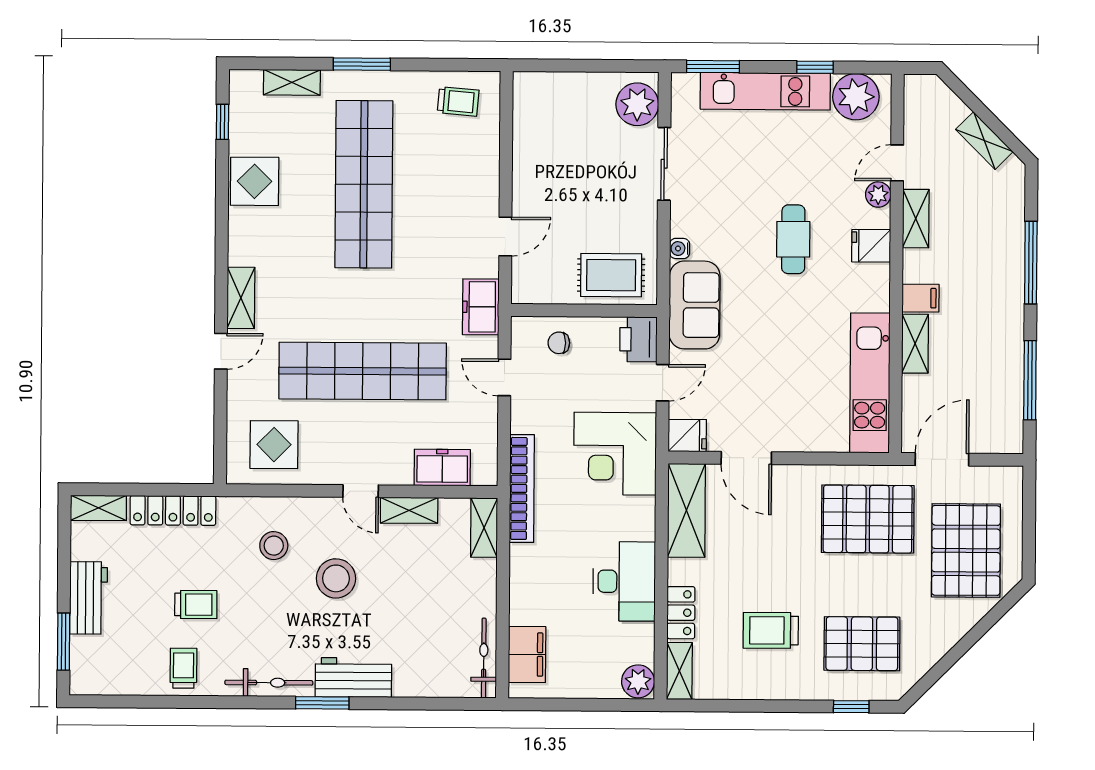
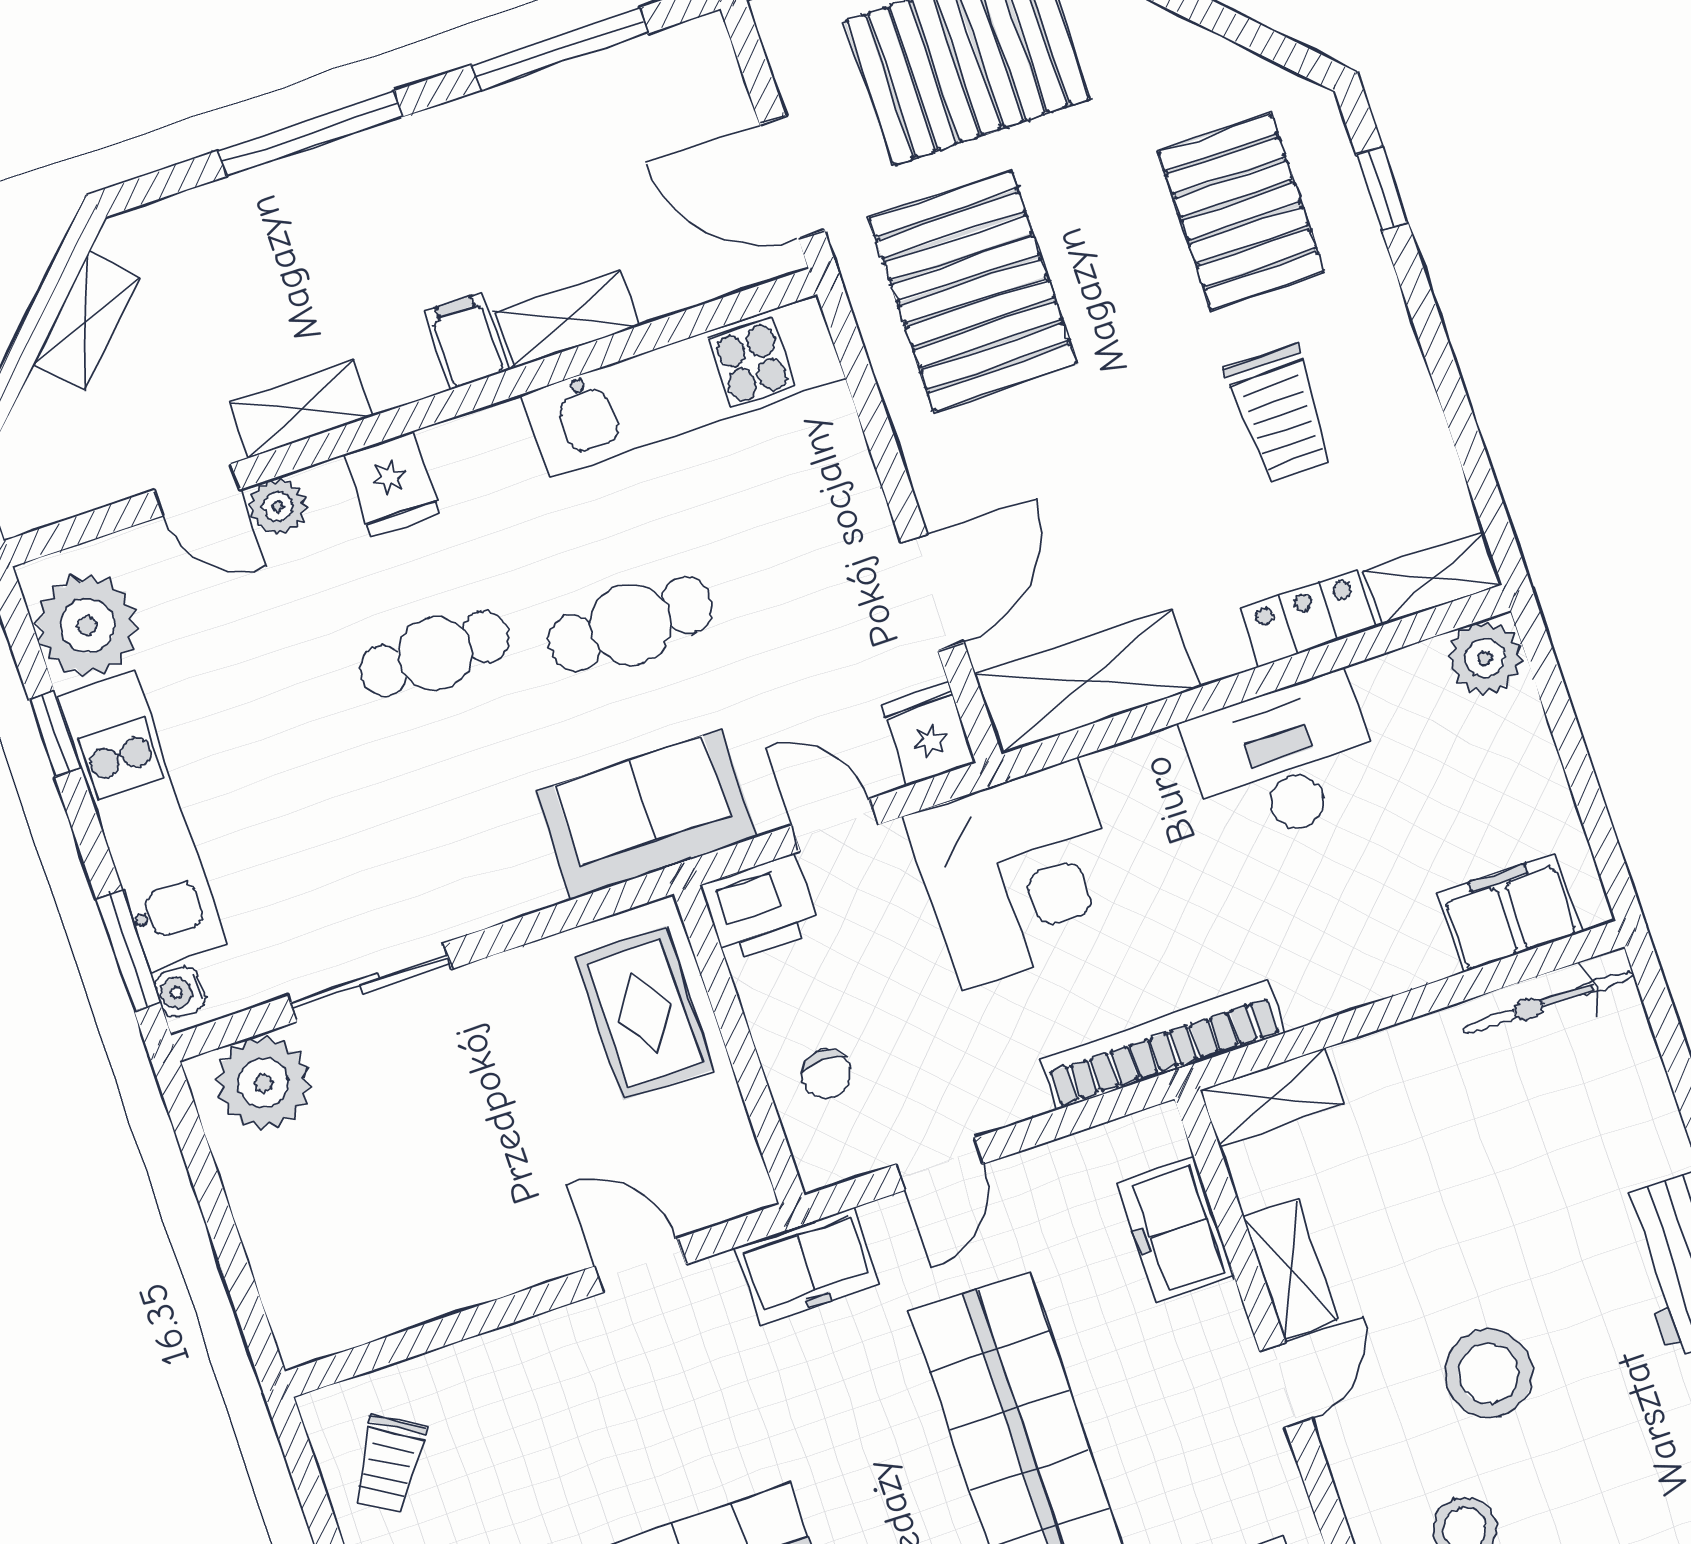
trolley: (458, 101) -> (389, 1464), turned -153
water cooler: (680, 249) -> (180, 992), moved, turned 90
cafe table: (777, 326) -> (631, 624), added

